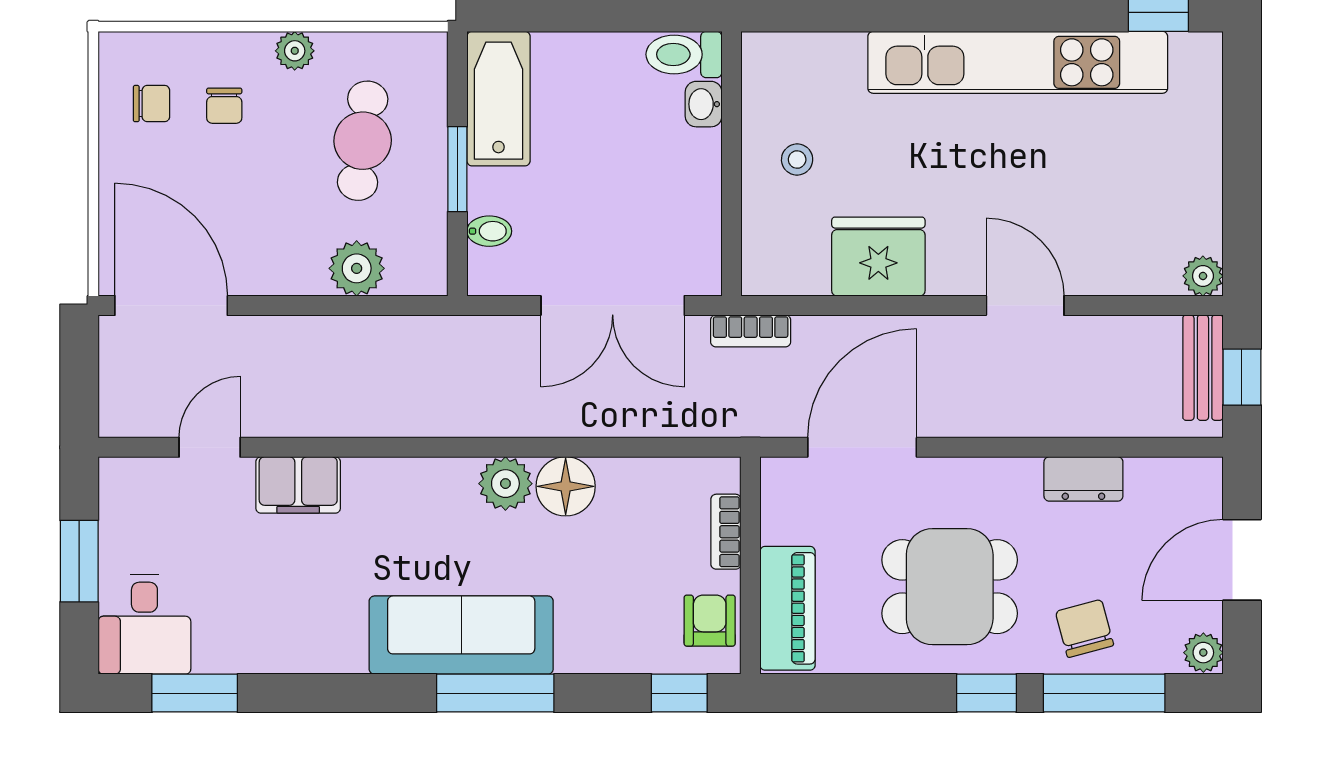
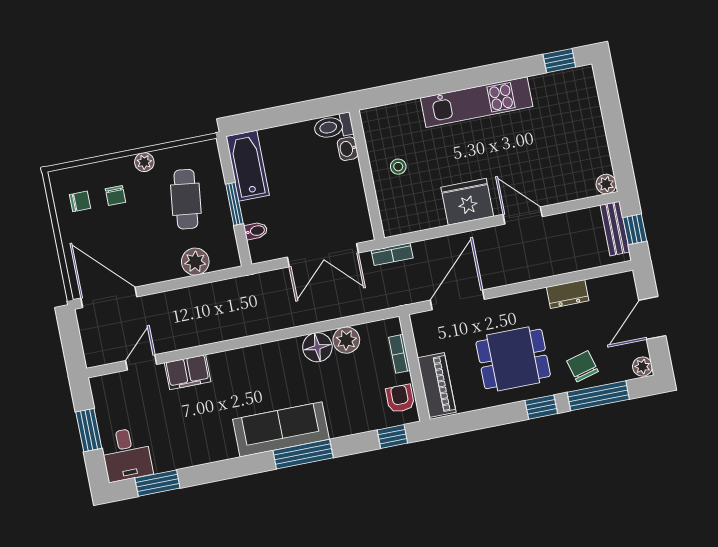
kitchen unit: (1018, 62) -> (477, 102), width x0.73
fridge: (878, 257) -> (467, 202), moved
plant: (505, 484) -> (346, 340), moved

